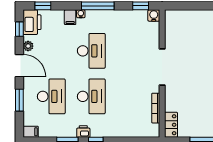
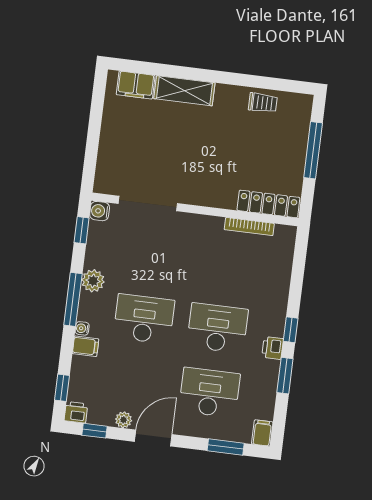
plant: (111, 17) -> (93, 281), added
printer: (32, 22) -> (76, 412), width x0.53, depth x0.68
doorway: (162, 67) -> (148, 204), moved
window: (19, 100) -> (226, 447), moved
locker: (171, 125) -> (268, 204), width x1.53

